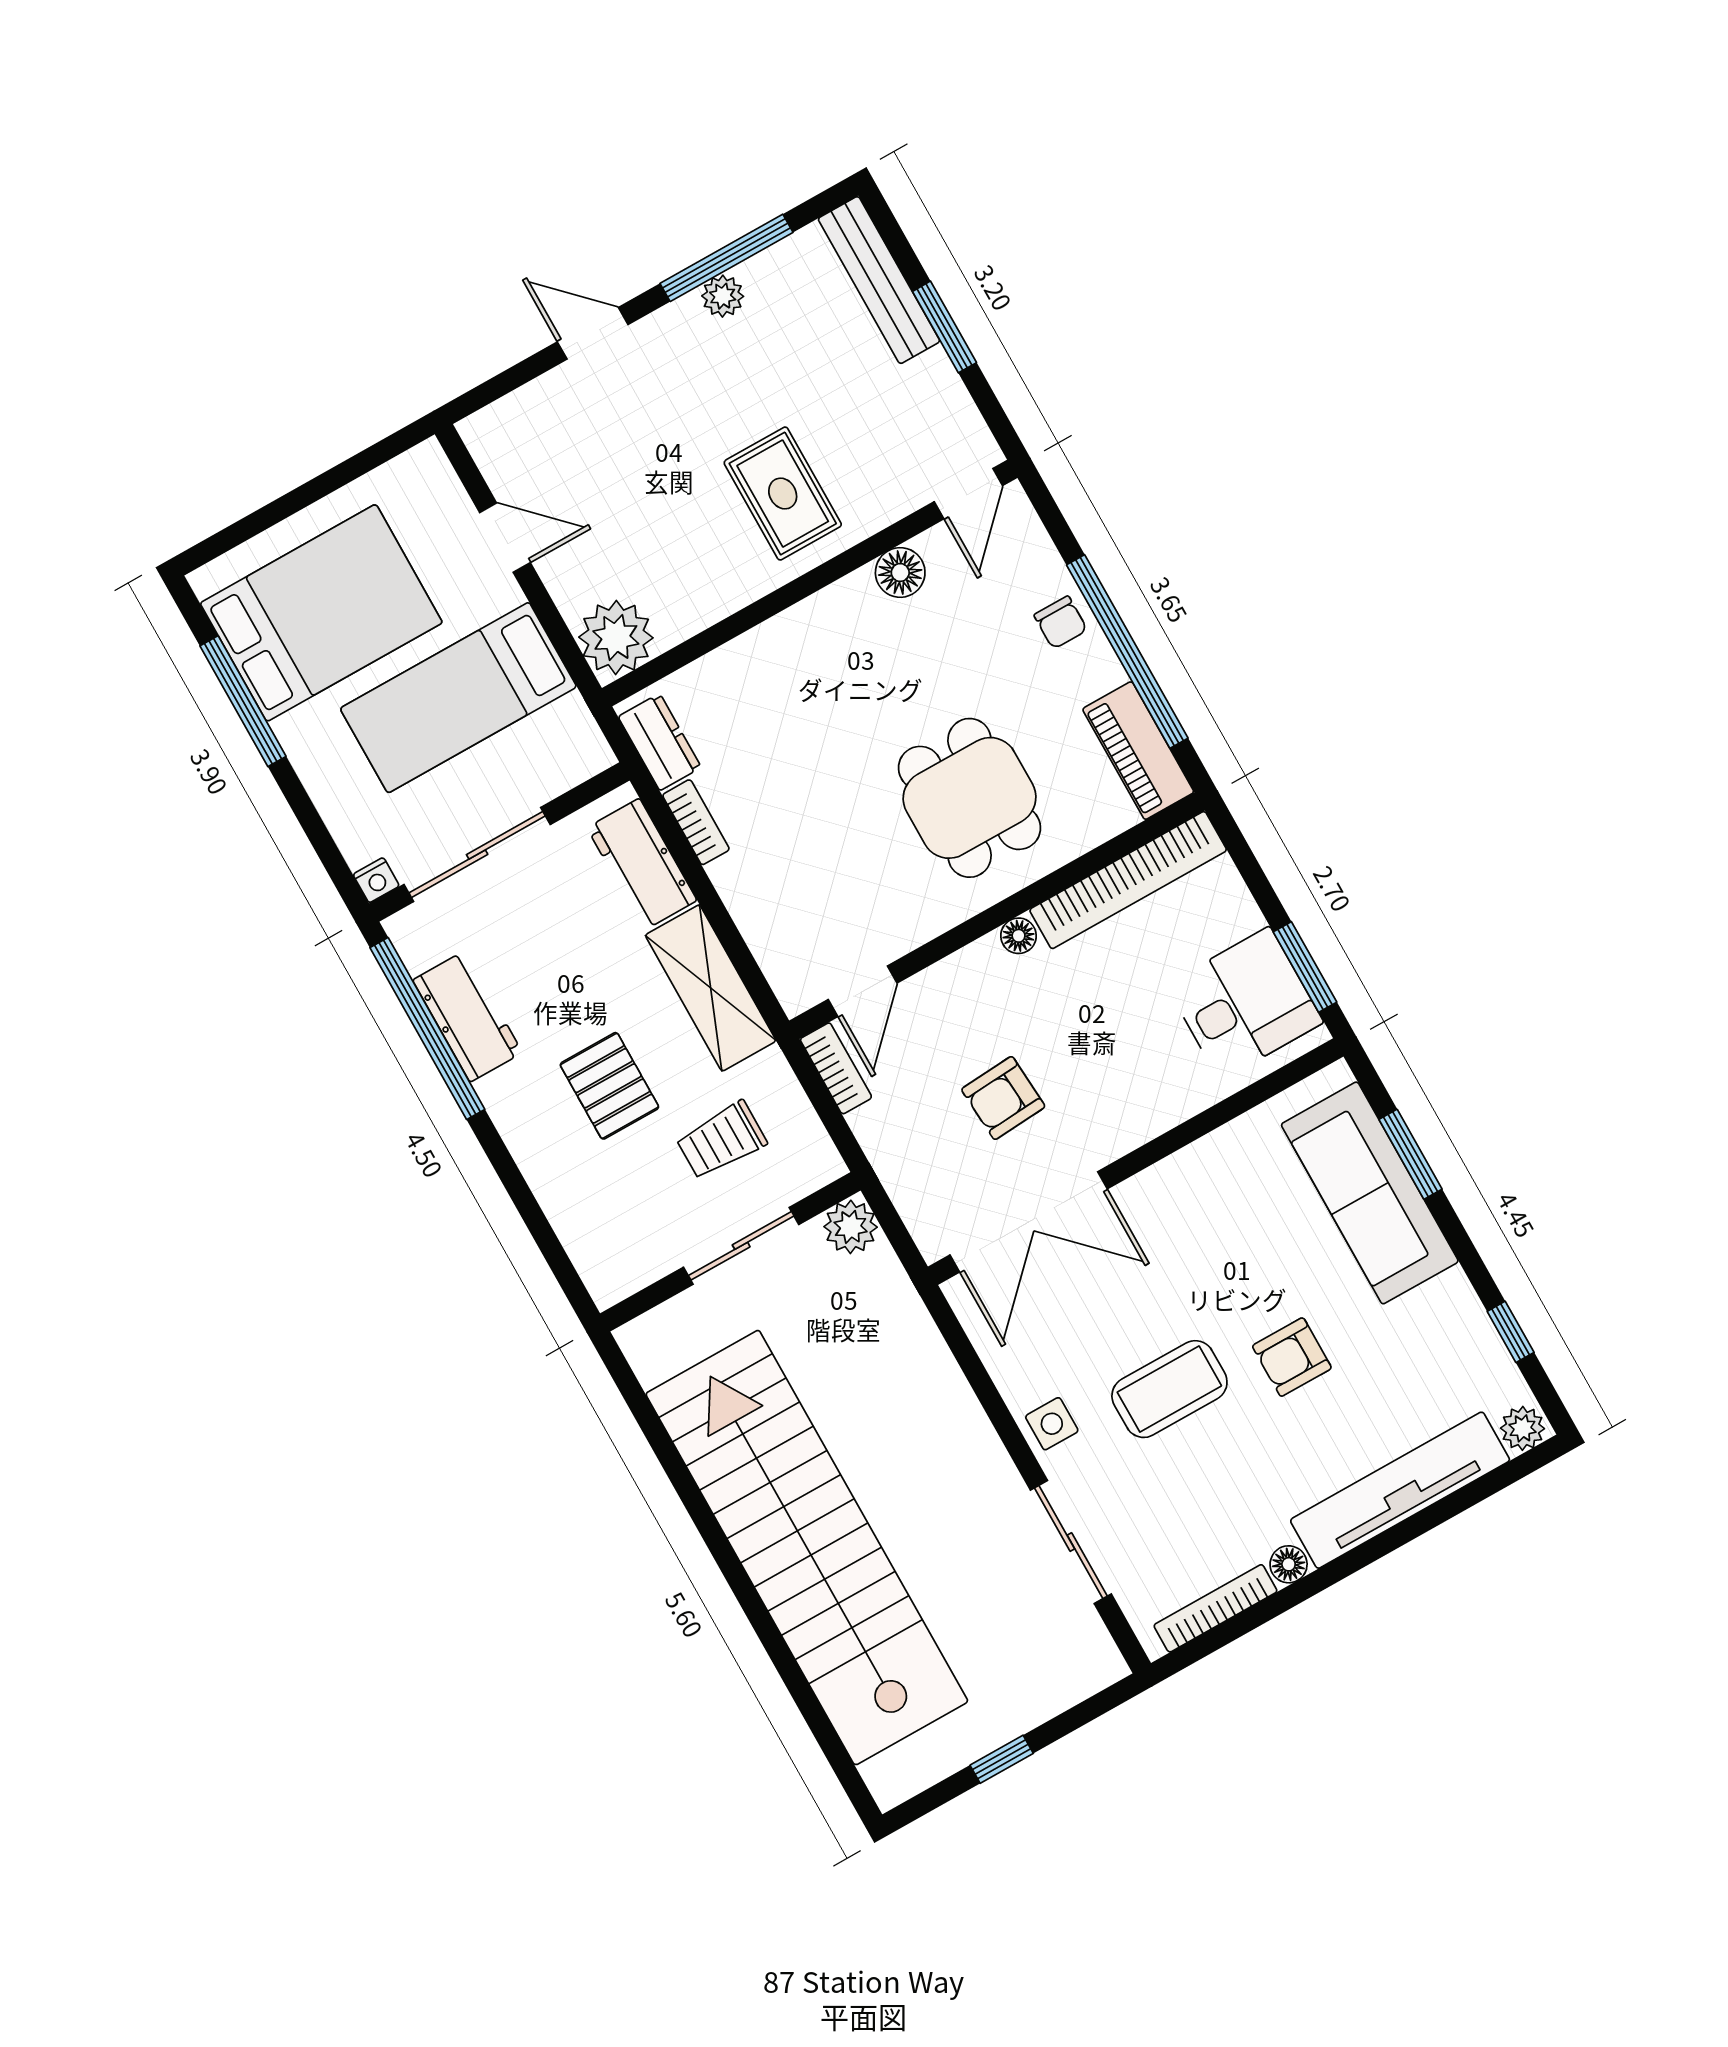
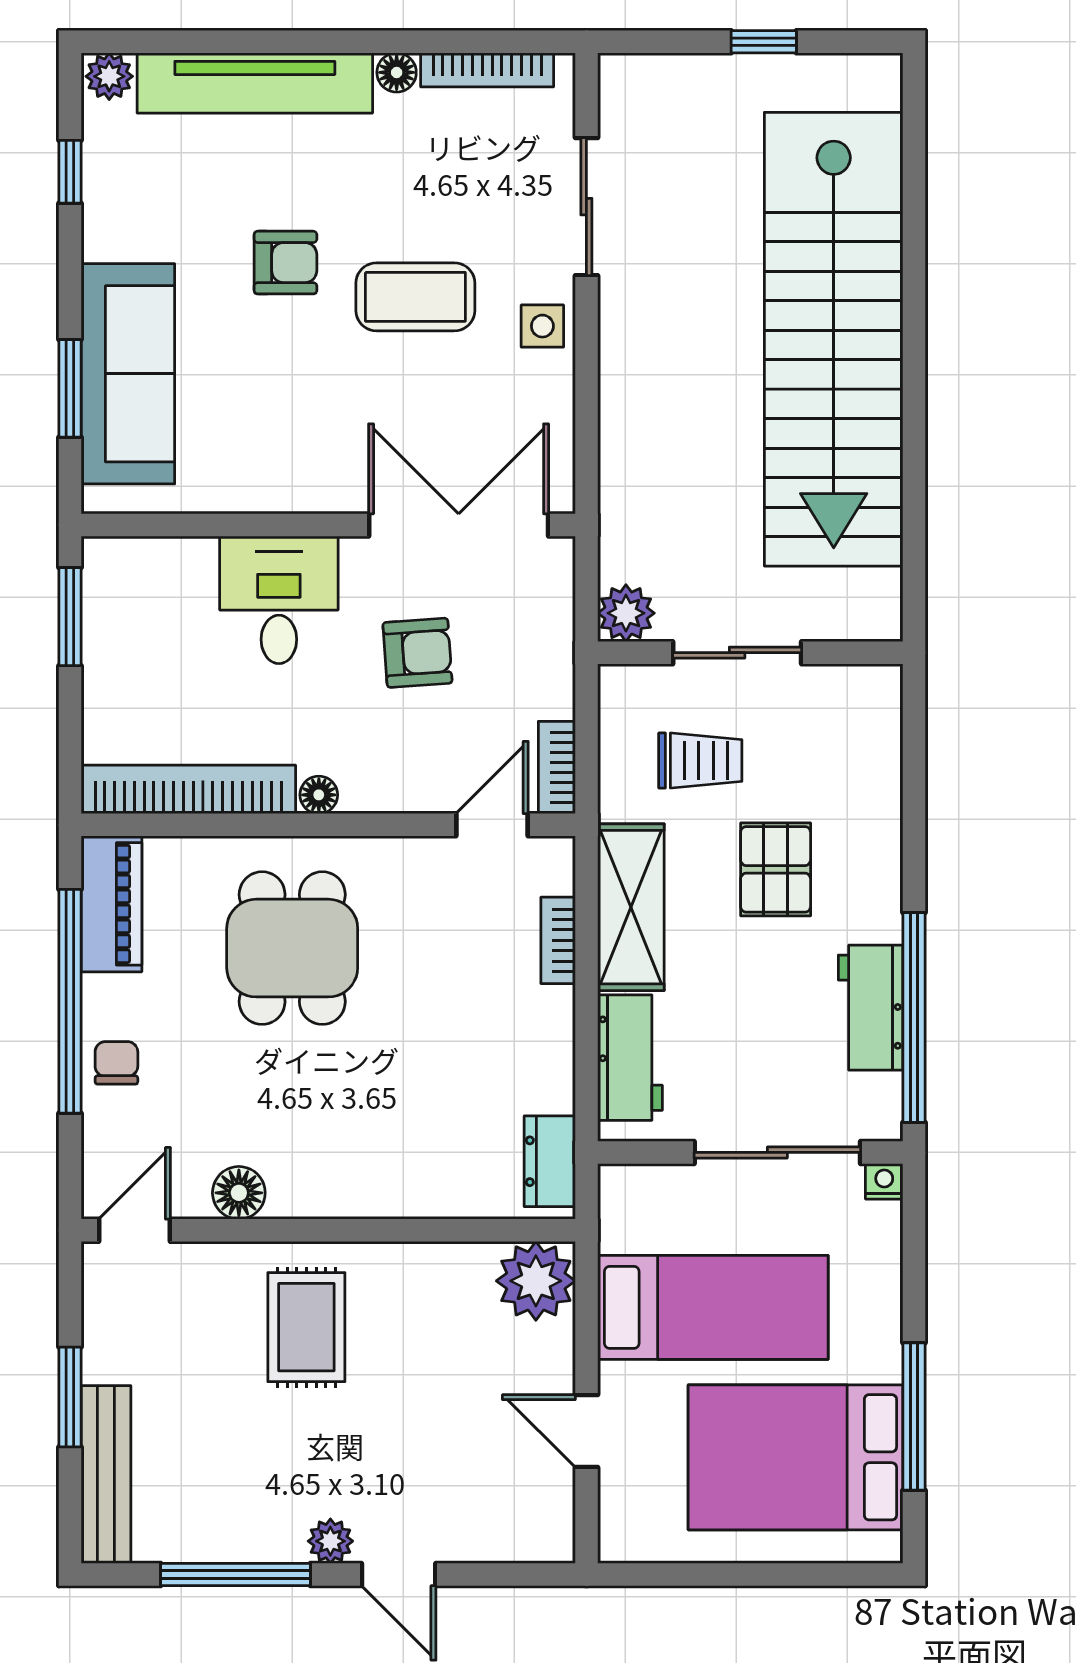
plant: (723, 296) -> (330, 1541), moved
bookcase: (696, 822) -> (558, 940), moved
desk: (1245, 1004) -> (279, 600), moved, turned 90

